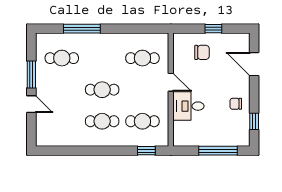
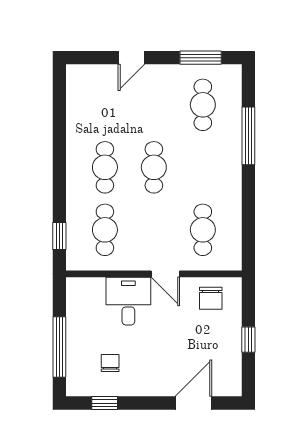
chair: (202, 52) -> (211, 298), moved
window: (31, 75) -> (201, 58), moved
door: (171, 82) -> (165, 274), hinge flipped
chair: (236, 104) -> (110, 363), moved

